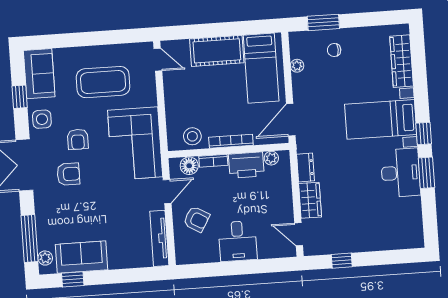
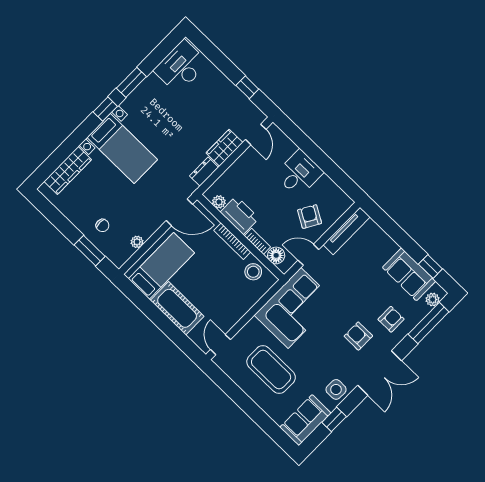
armchair: (78, 139) -> (391, 319), moved
desk: (401, 173) -> (181, 67), moved

